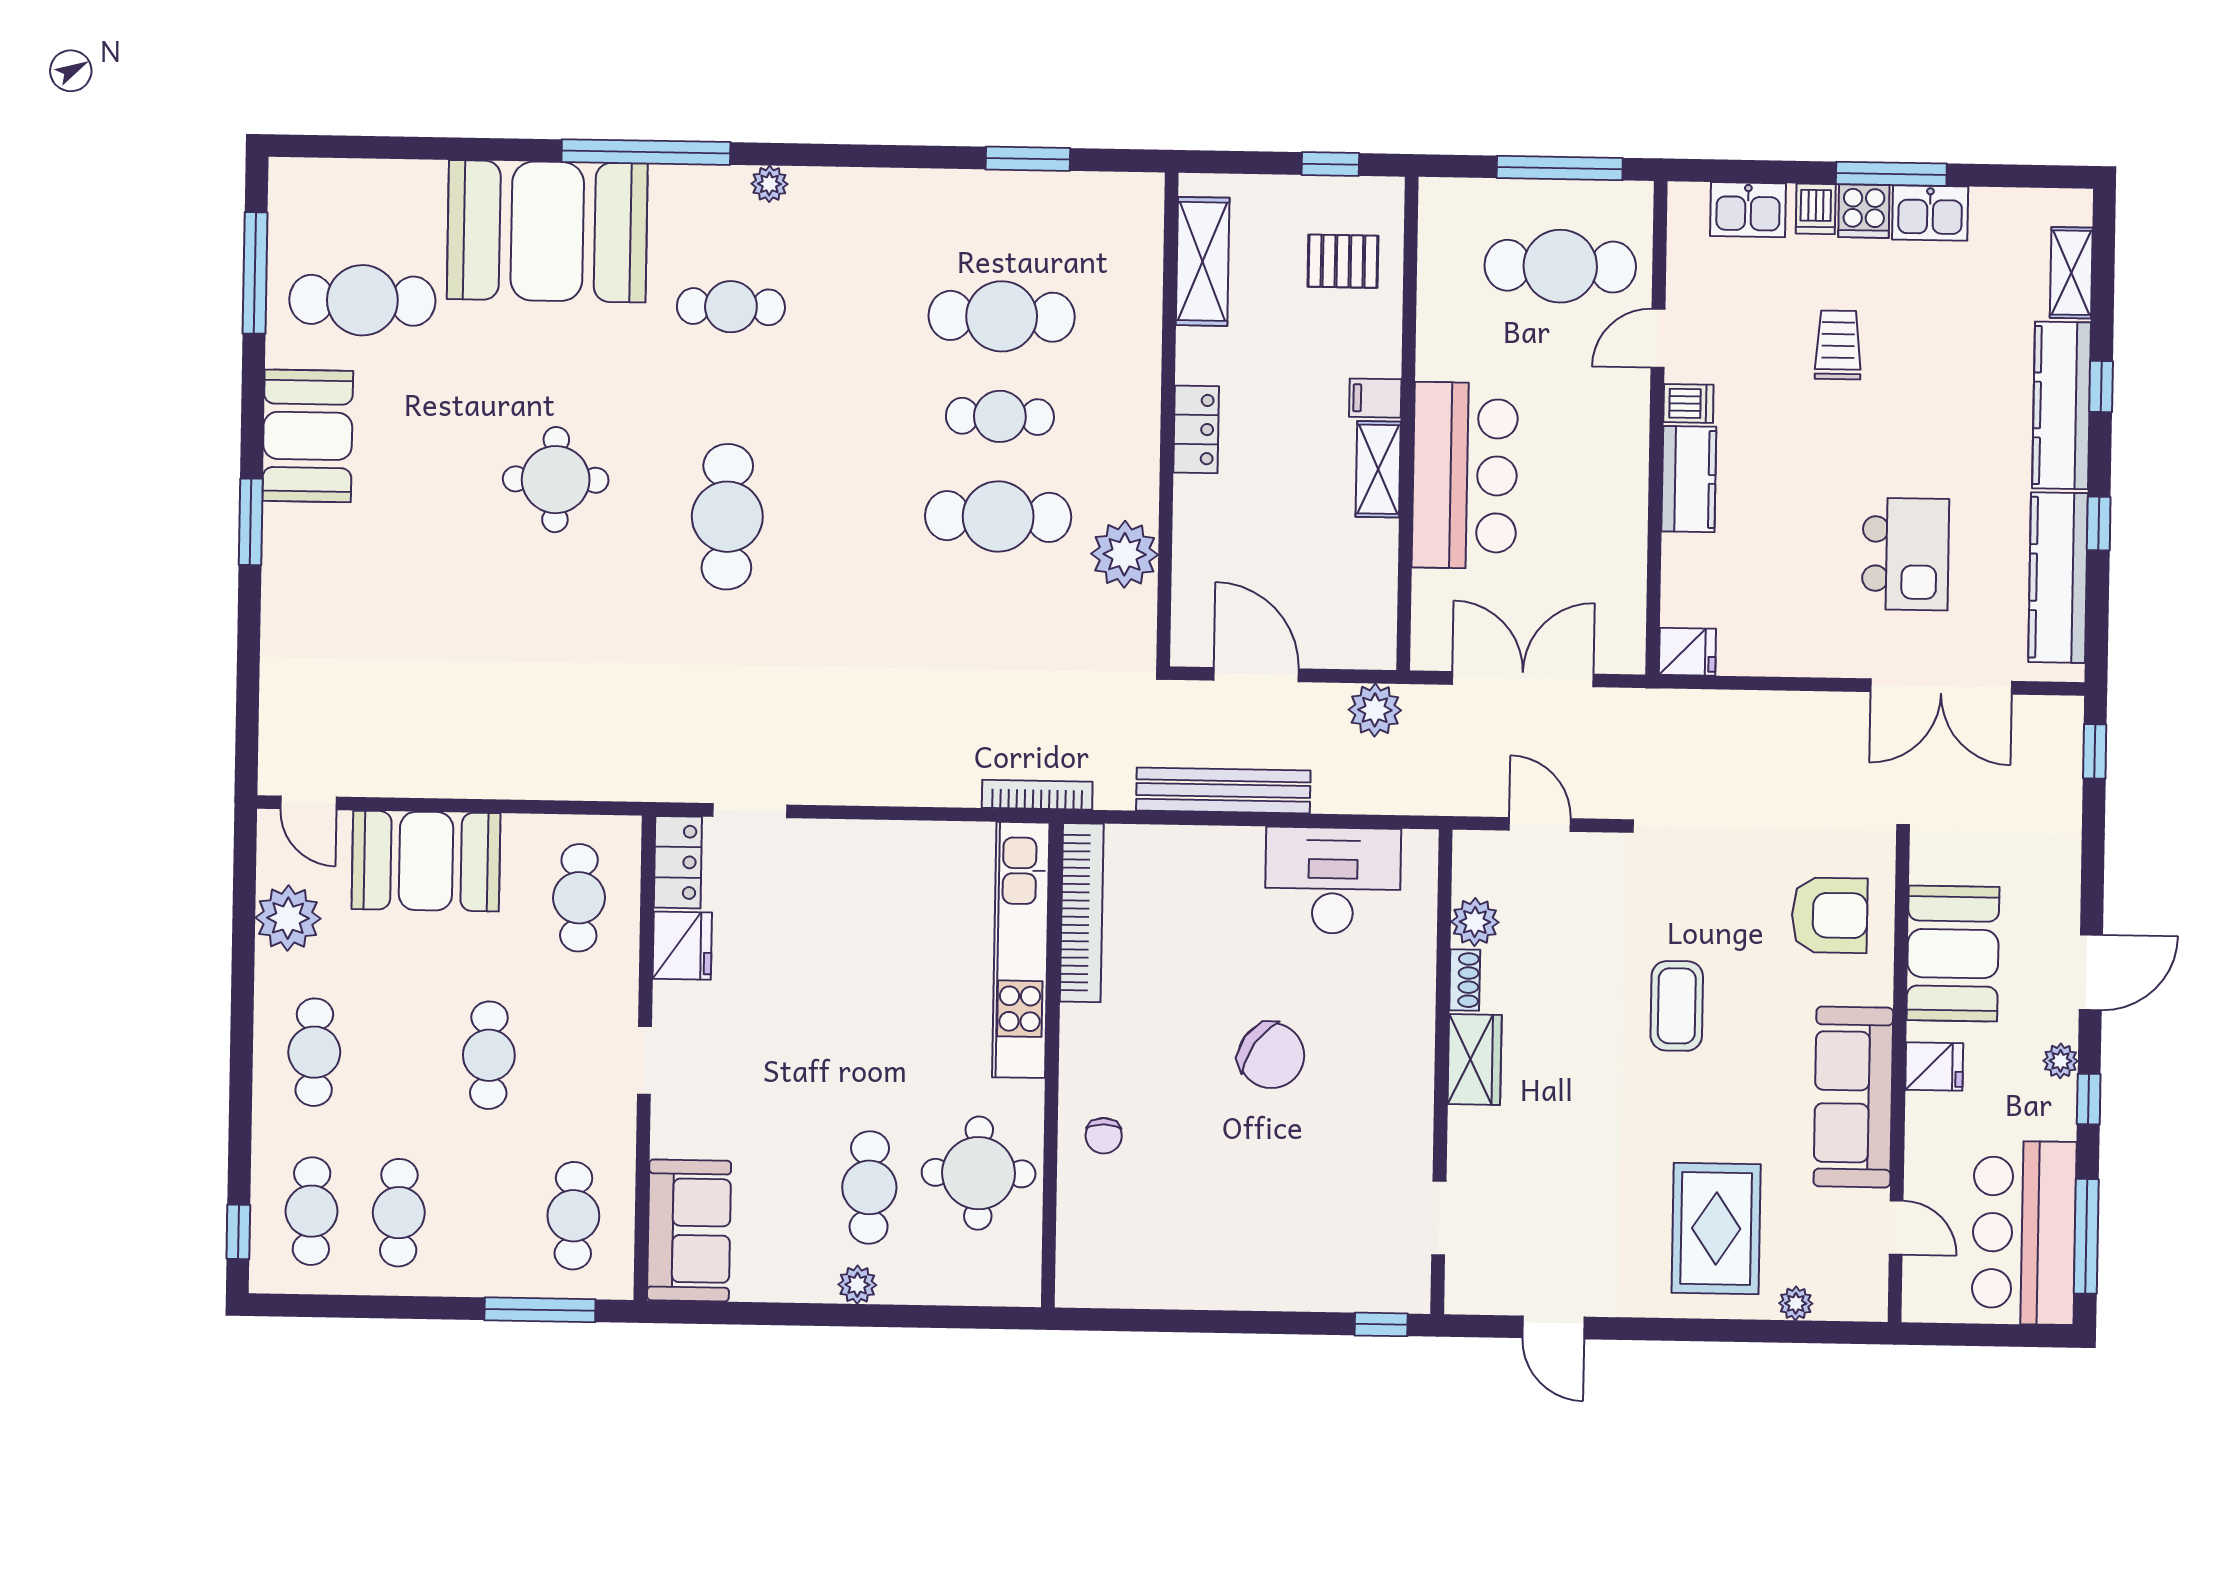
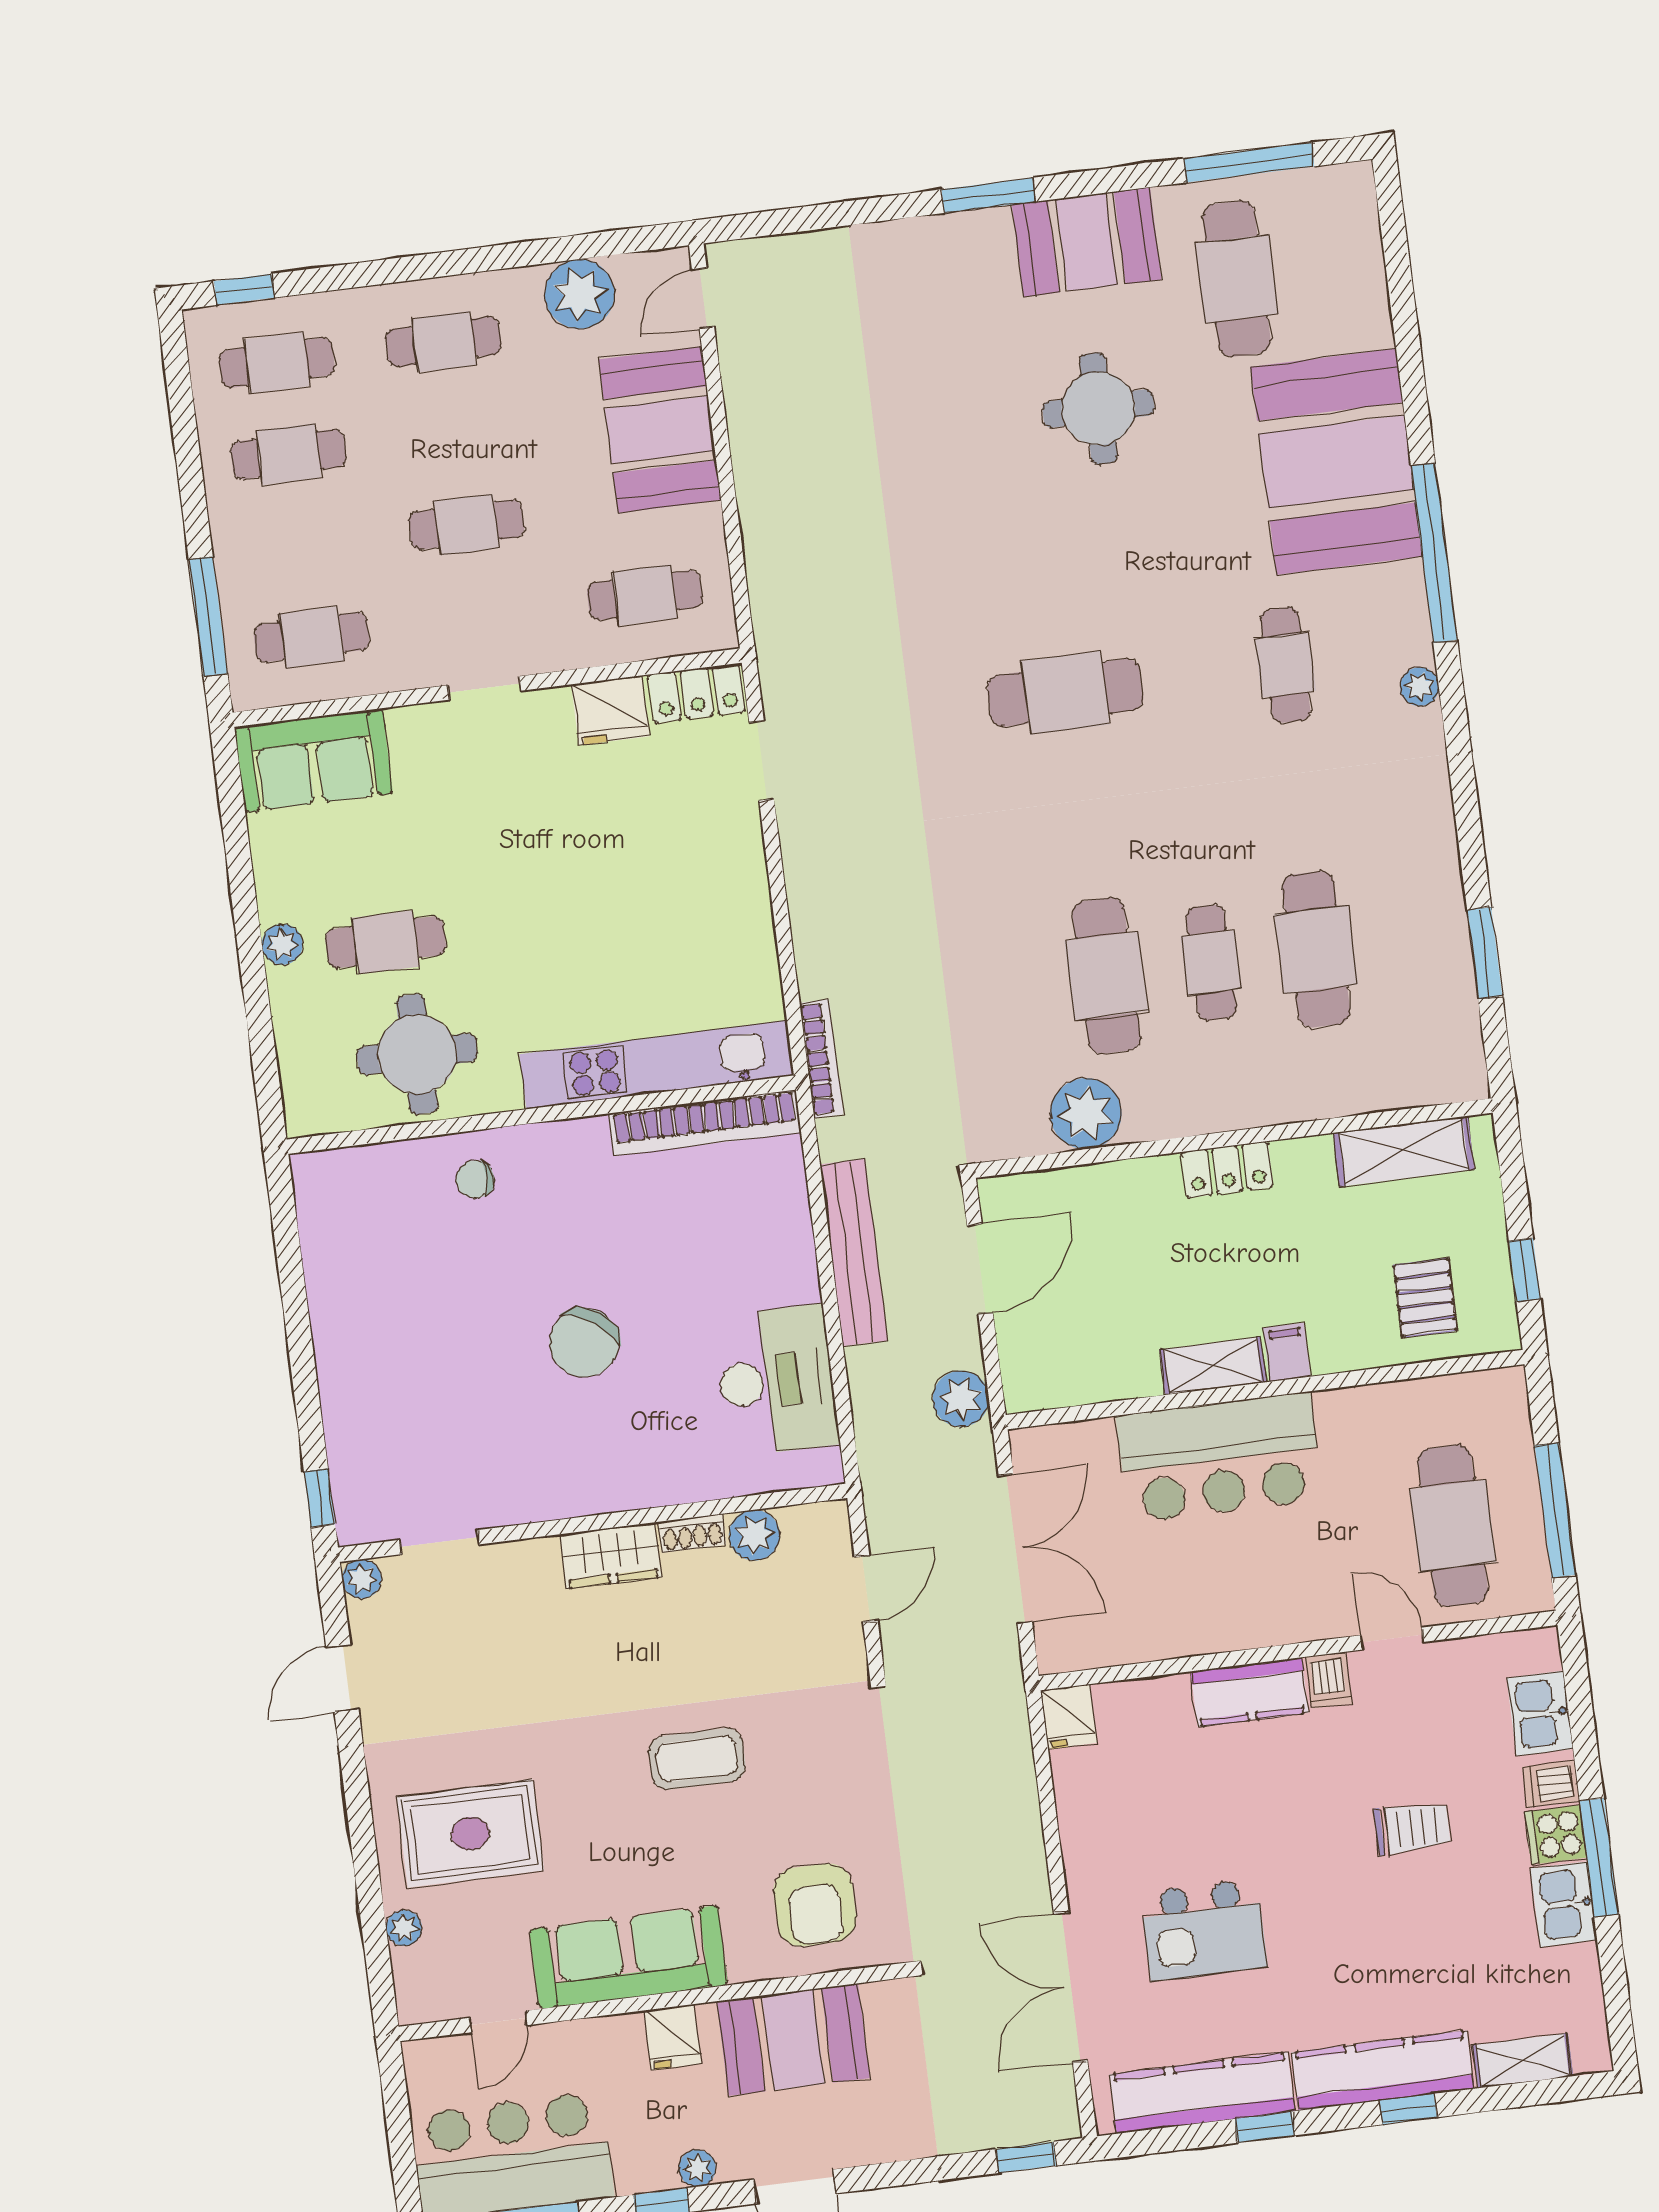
round table: (556, 480) -> (1098, 409), moved
plant: (1463, 1296) -> (362, 1579), added

